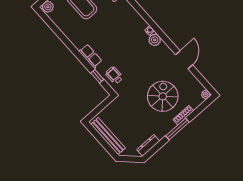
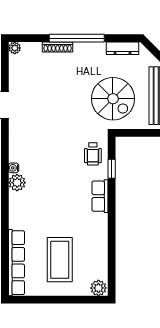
plant: (155, 40) -> (17, 183), moved
spiral stairs: (163, 96) -> (113, 99), moved, turned -90
window: (177, 129) -> (77, 38), width x1.46

